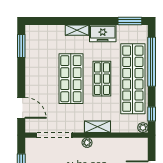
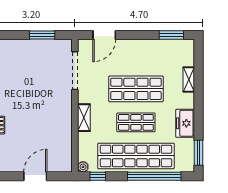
shelving: (77, 30) -> (189, 79), moved
plant: (87, 143) -> (67, 106), removed

